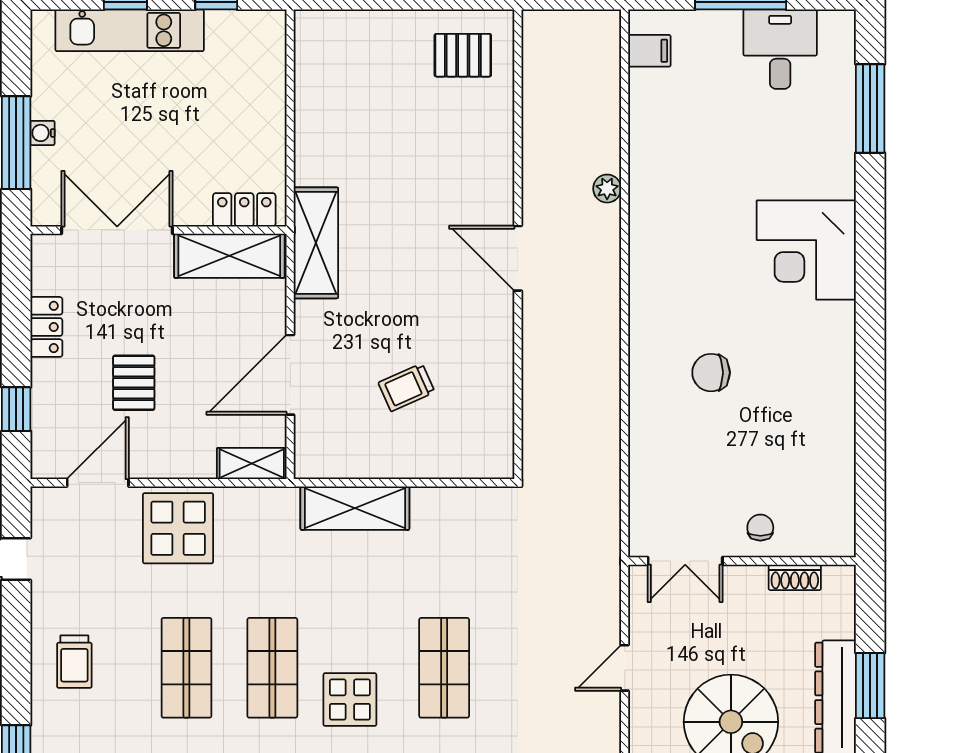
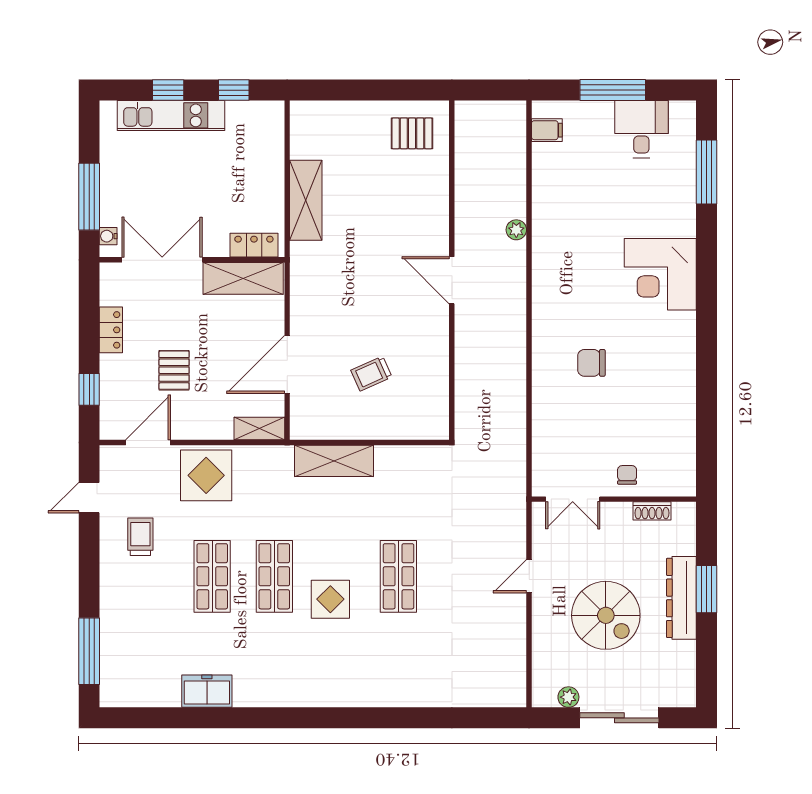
water cooler: (43, 133) -> (108, 236), moved
shelving: (316, 243) -> (306, 200), moved
trolley: (74, 662) -> (140, 537), moved, turned 180

